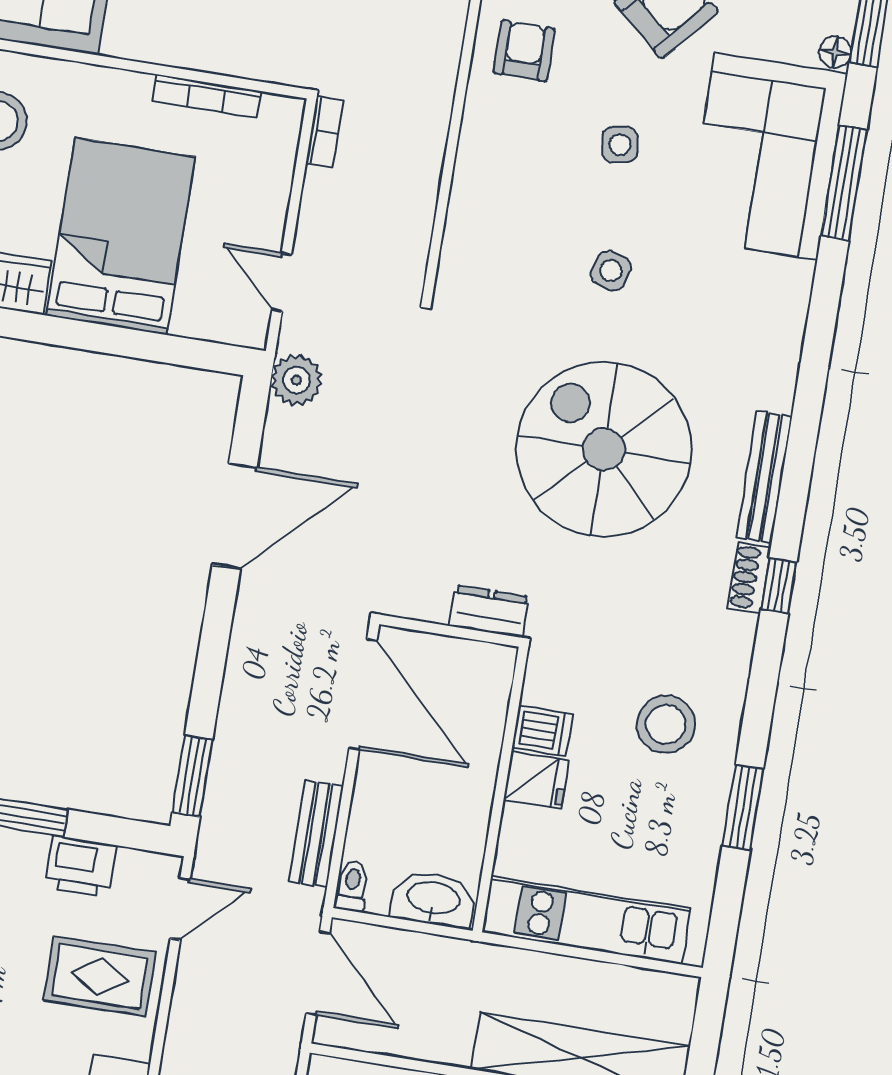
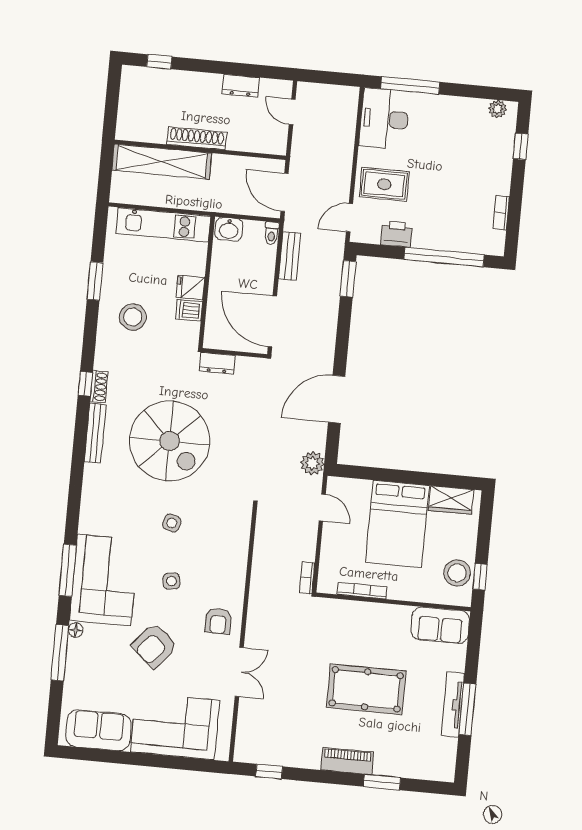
washbasin: (433, 899) -> (229, 229), width x0.72

